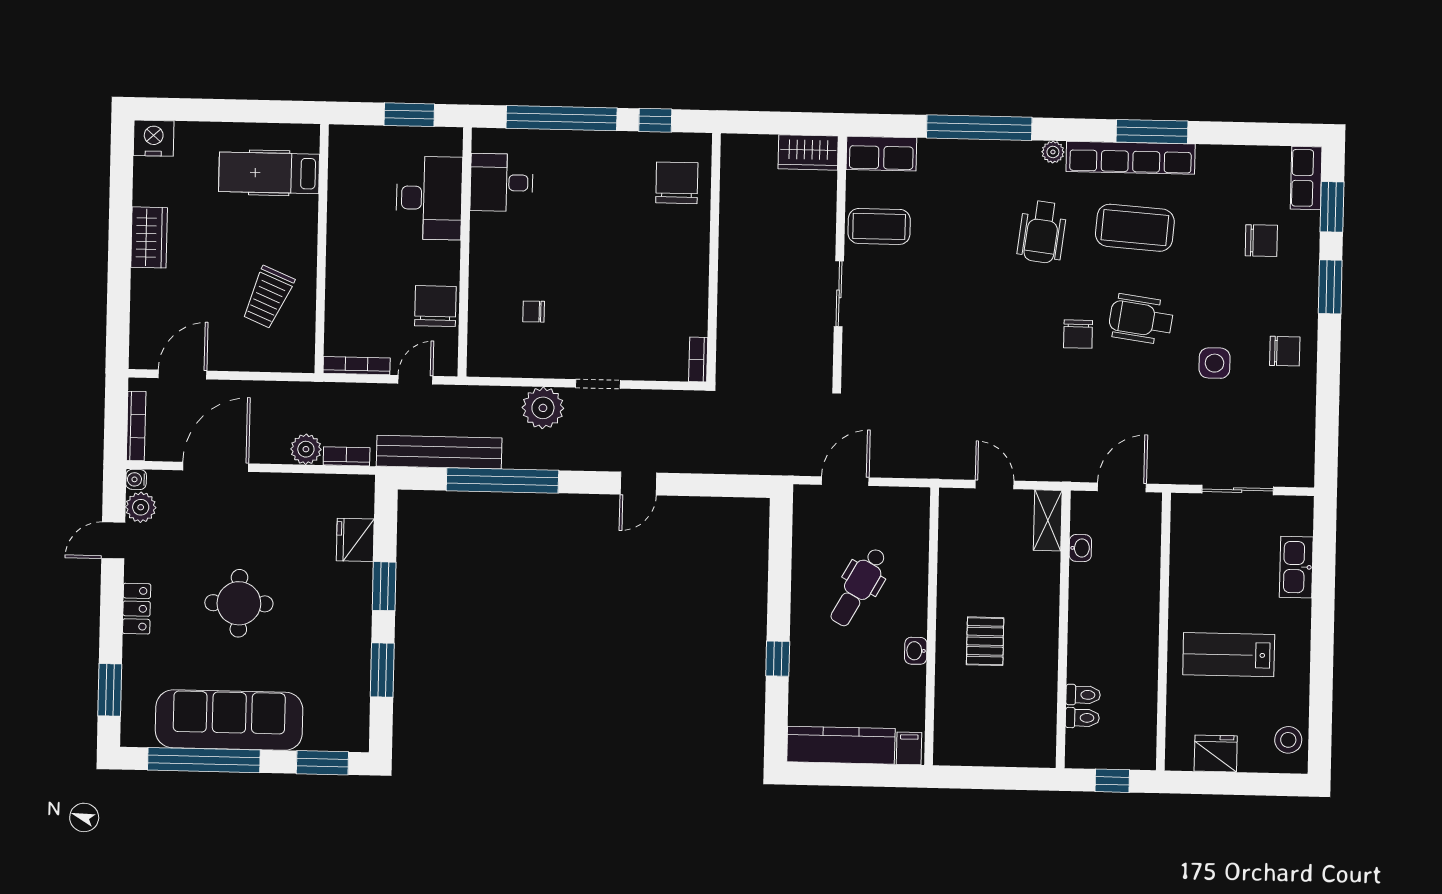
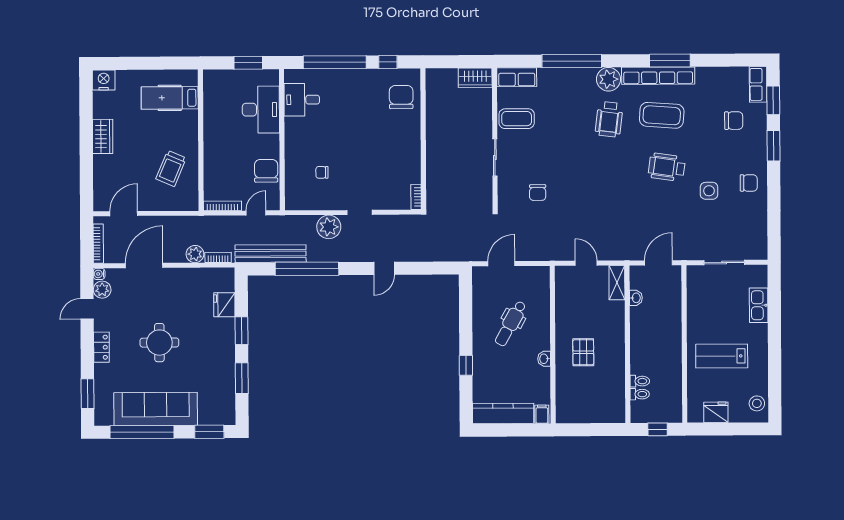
plant: (1053, 152) -> (608, 79), width x1.88, depth x1.88
chair: (1078, 334) -> (538, 193), moved

